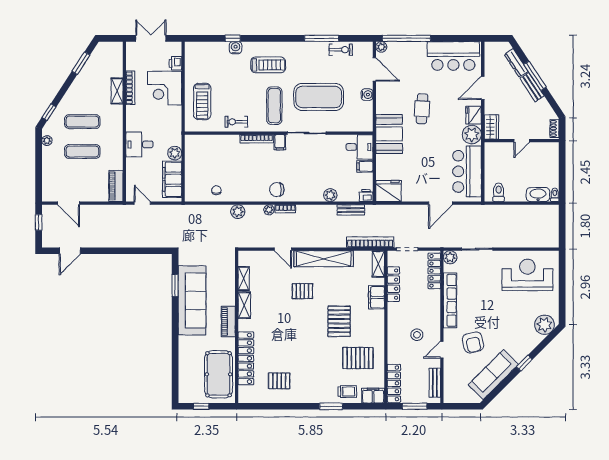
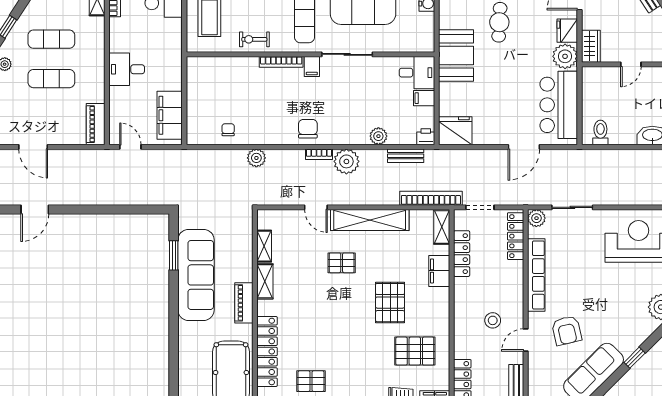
plant: (175, 153) -> (173, 81), removed
chair: (277, 190) -> (308, 129), turned 90
plant: (269, 210) -> (346, 161), moved, width x1.88, depth x1.88

